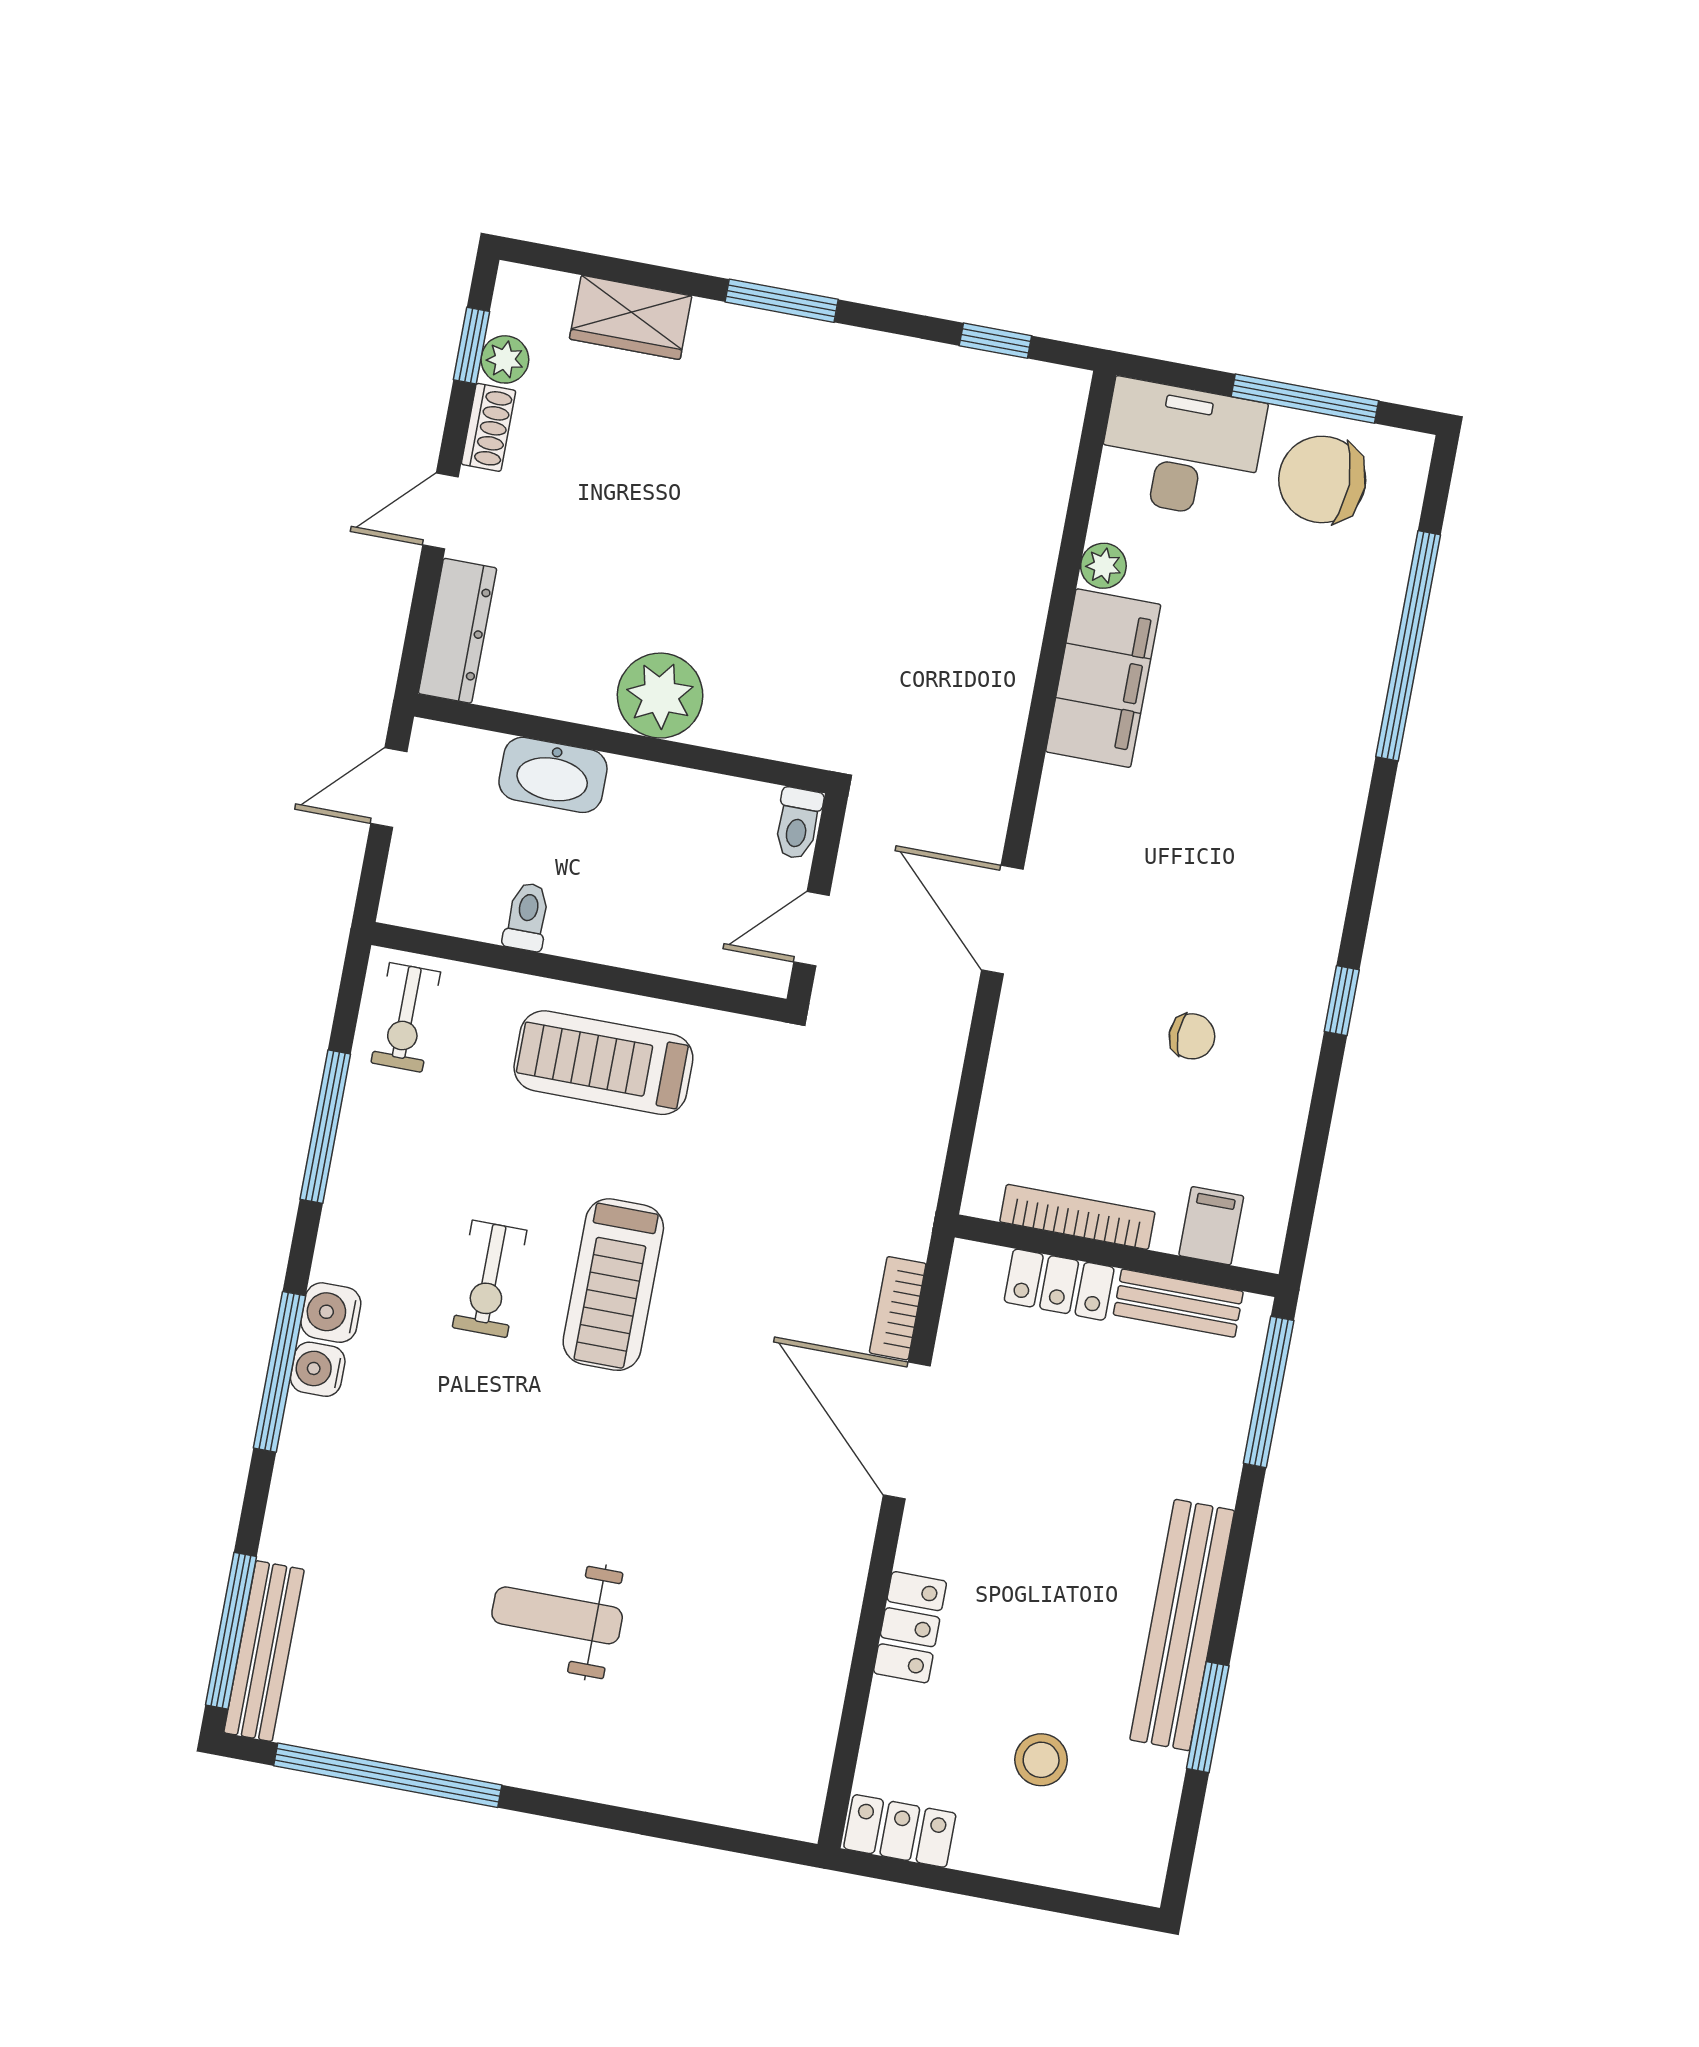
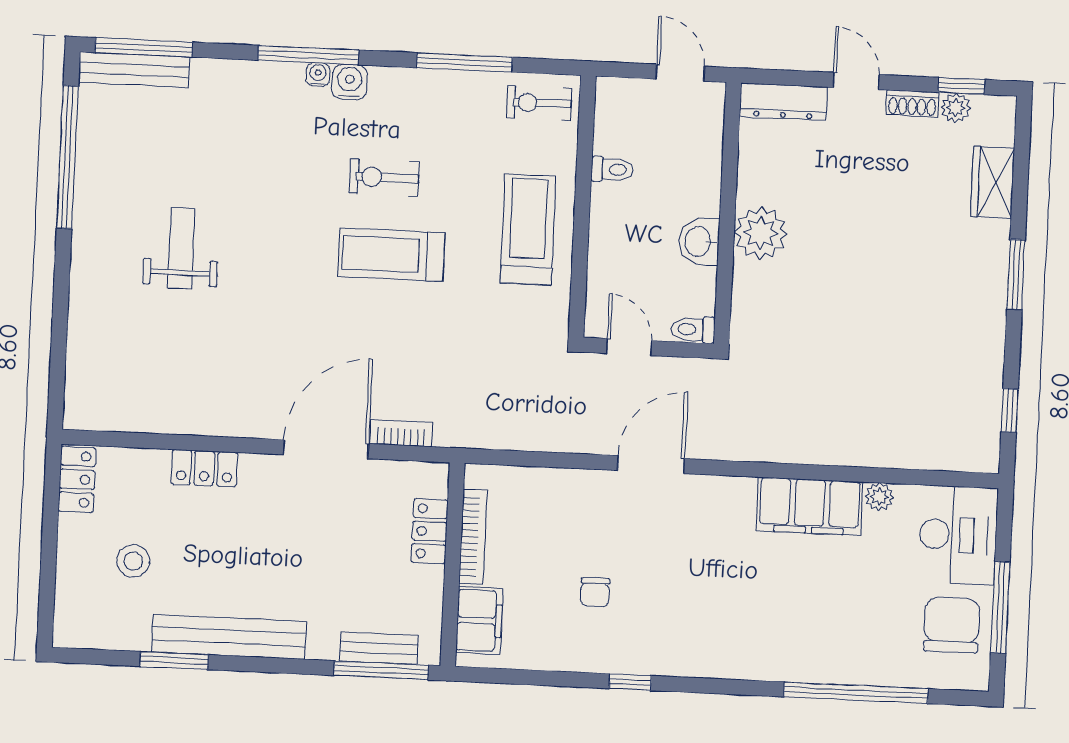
washbasin: (553, 775) -> (699, 241), moved, width x0.72
filing cabinet: (1211, 1226) -> (479, 620), width x2.00
bench: (1178, 1303) -> (379, 648), moved, turned 90
water cooler: (318, 1369) -> (318, 74), width x0.72, depth x0.72

